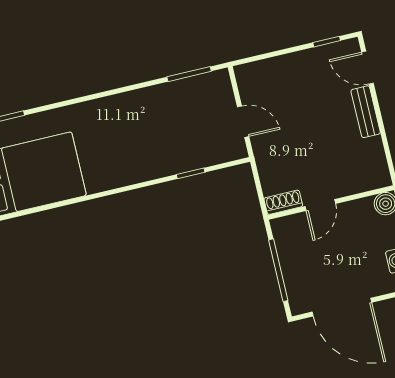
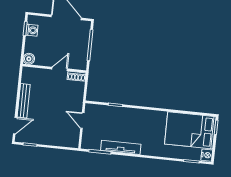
door: (367, 68) -> (15, 126), hinge flipped
tv unit: (152, 96) -> (121, 147), added
bench: (366, 112) -> (24, 101), width x1.36

